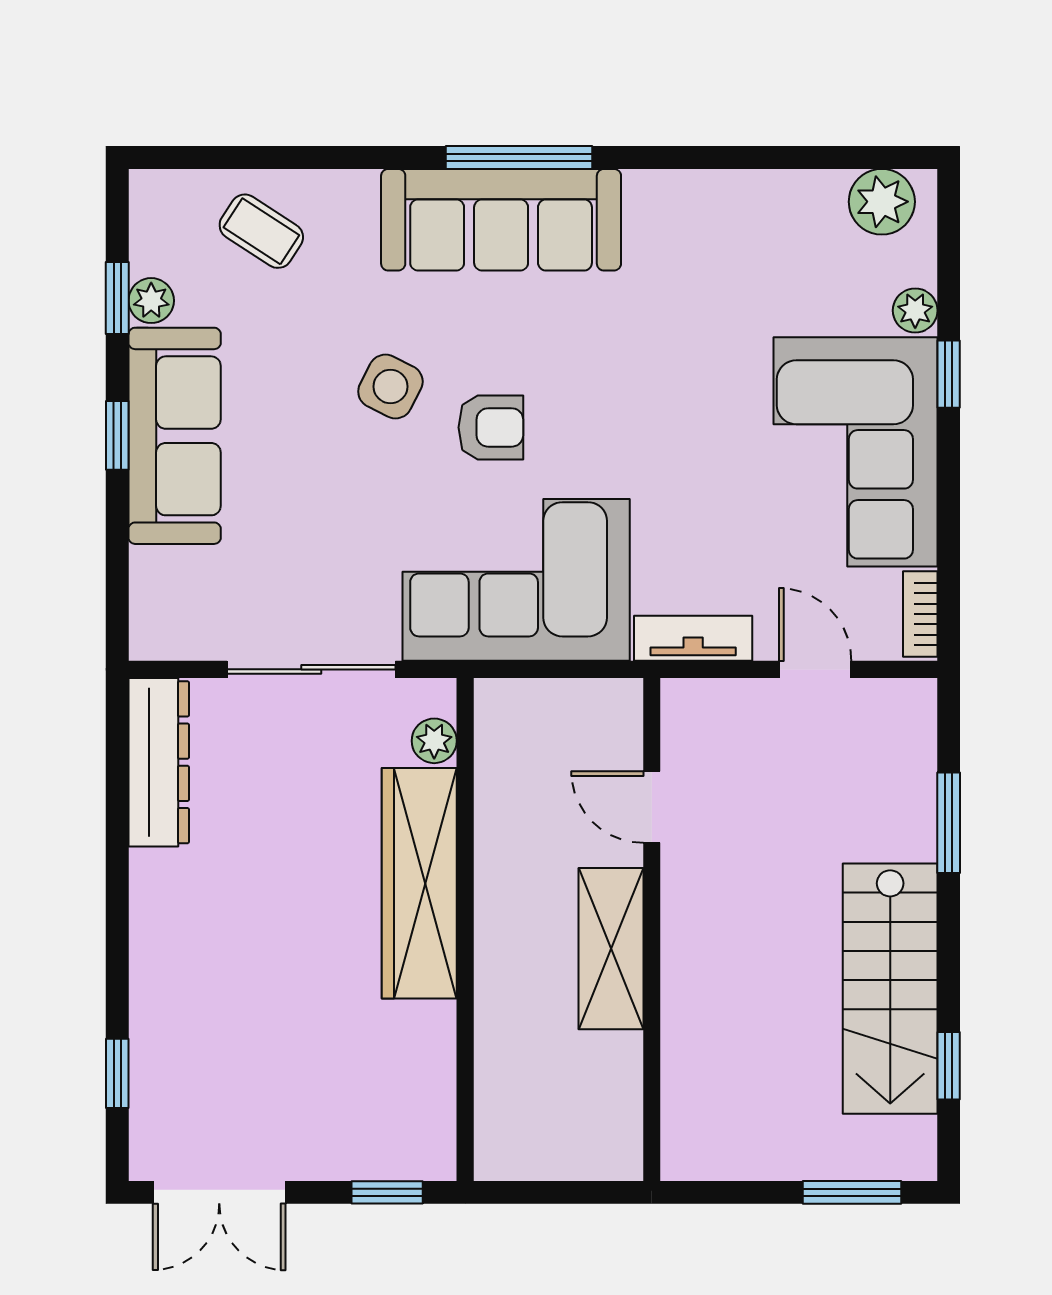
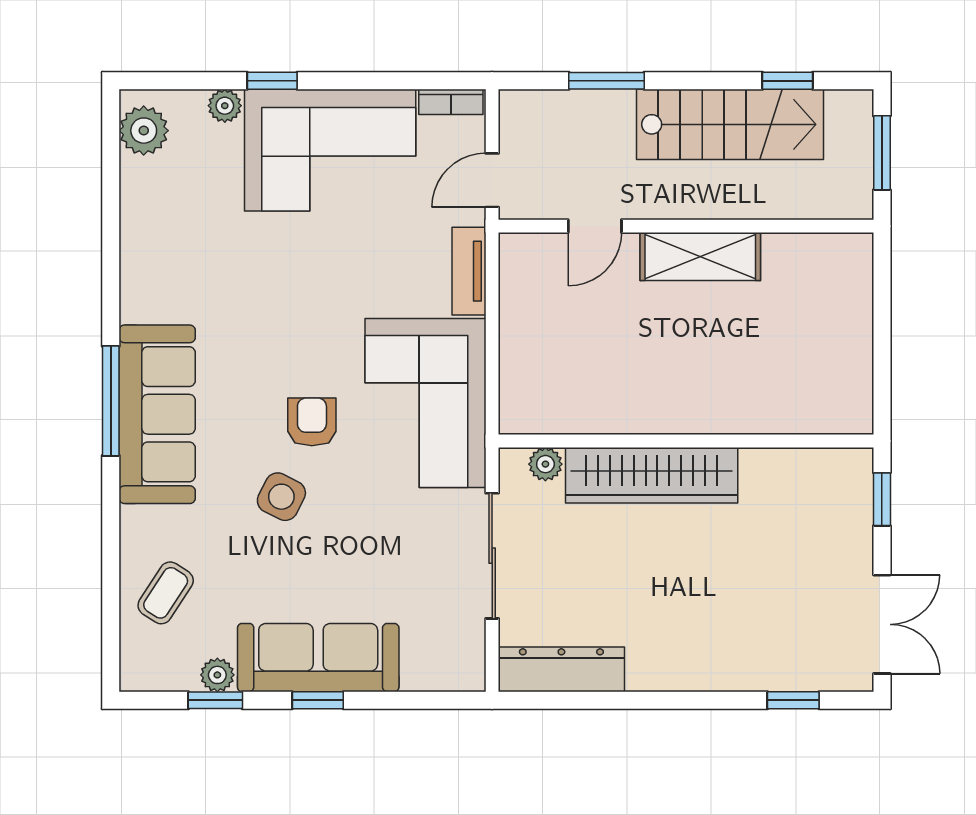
door: (652, 807) -> (595, 226), moved
wall: (652, 929) -> (686, 226), moved
shelving: (611, 949) -> (700, 257), moved

